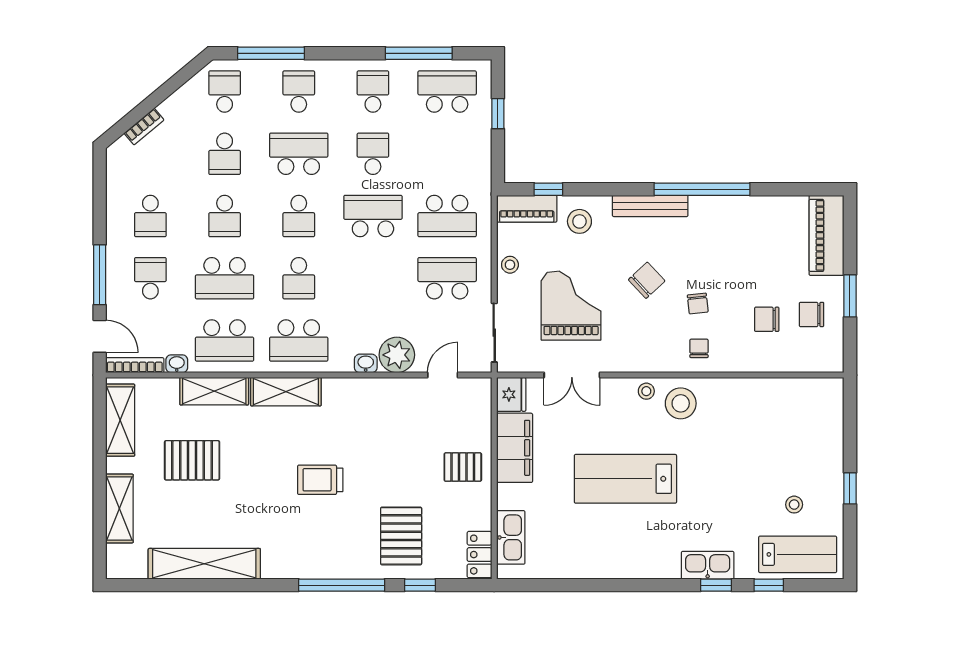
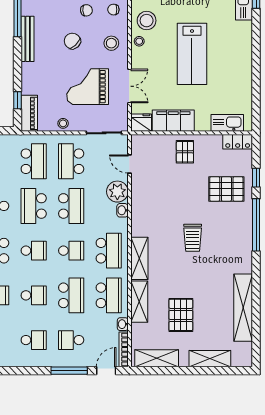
stool: (579, 221) -> (111, 43), moved
school desk: (373, 278) -> (71, 206), added

